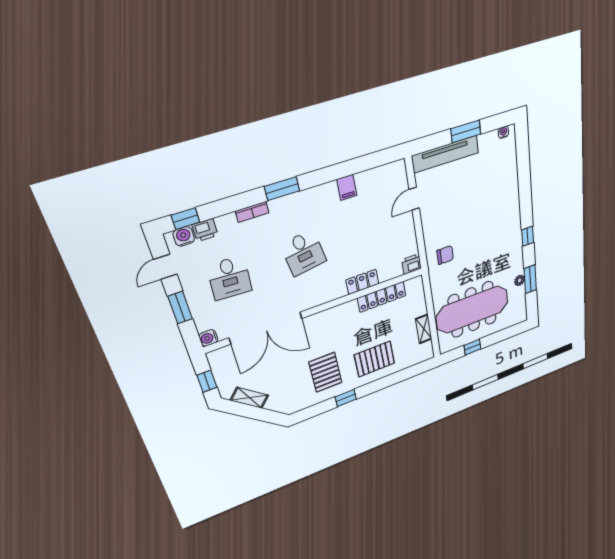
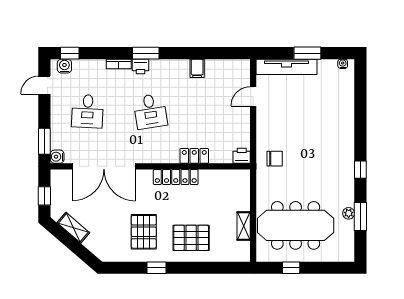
printer: (205, 230) -> (141, 66), moved
locker: (382, 297) -> (176, 177), moved
window: (180, 308) -> (44, 141), moved

